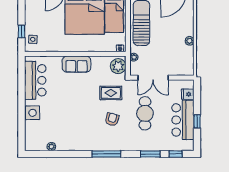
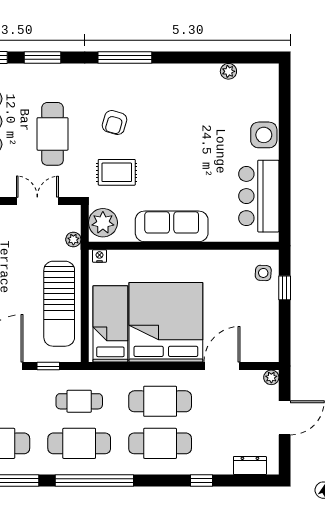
sofa: (76, 64) -> (172, 226), width x1.36
double door: (153, 78) -> (37, 201), width x0.73

